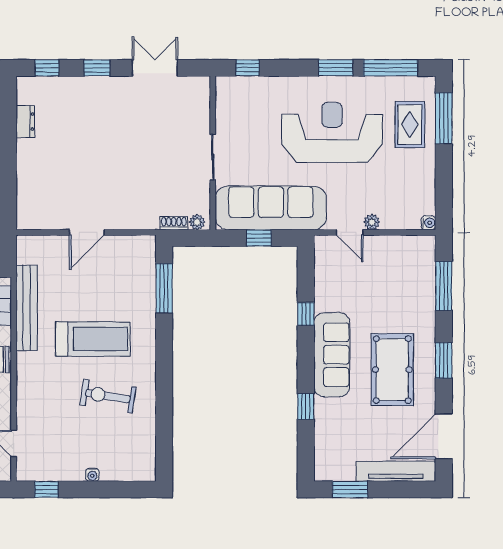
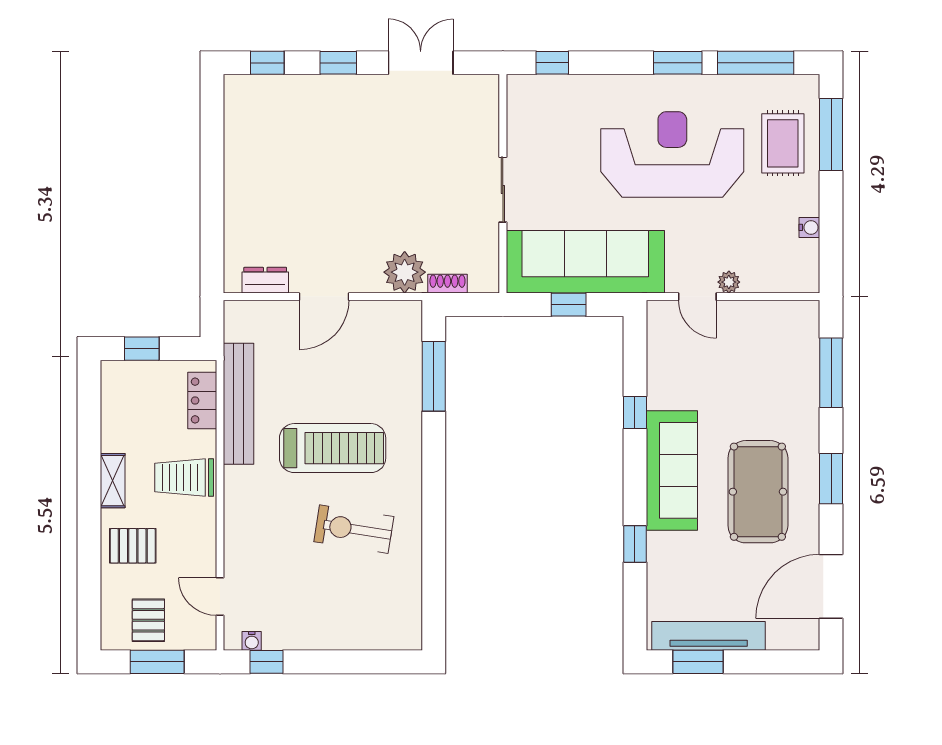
dresser: (25, 122) -> (265, 280), moved, turned -90
plant: (197, 222) -> (405, 272), moved, width x1.88, depth x1.88
water cooler: (429, 223) -> (809, 227), moved
tv unit: (396, 471) -> (709, 636), moved
water cooler: (92, 475) -> (252, 641), moved

